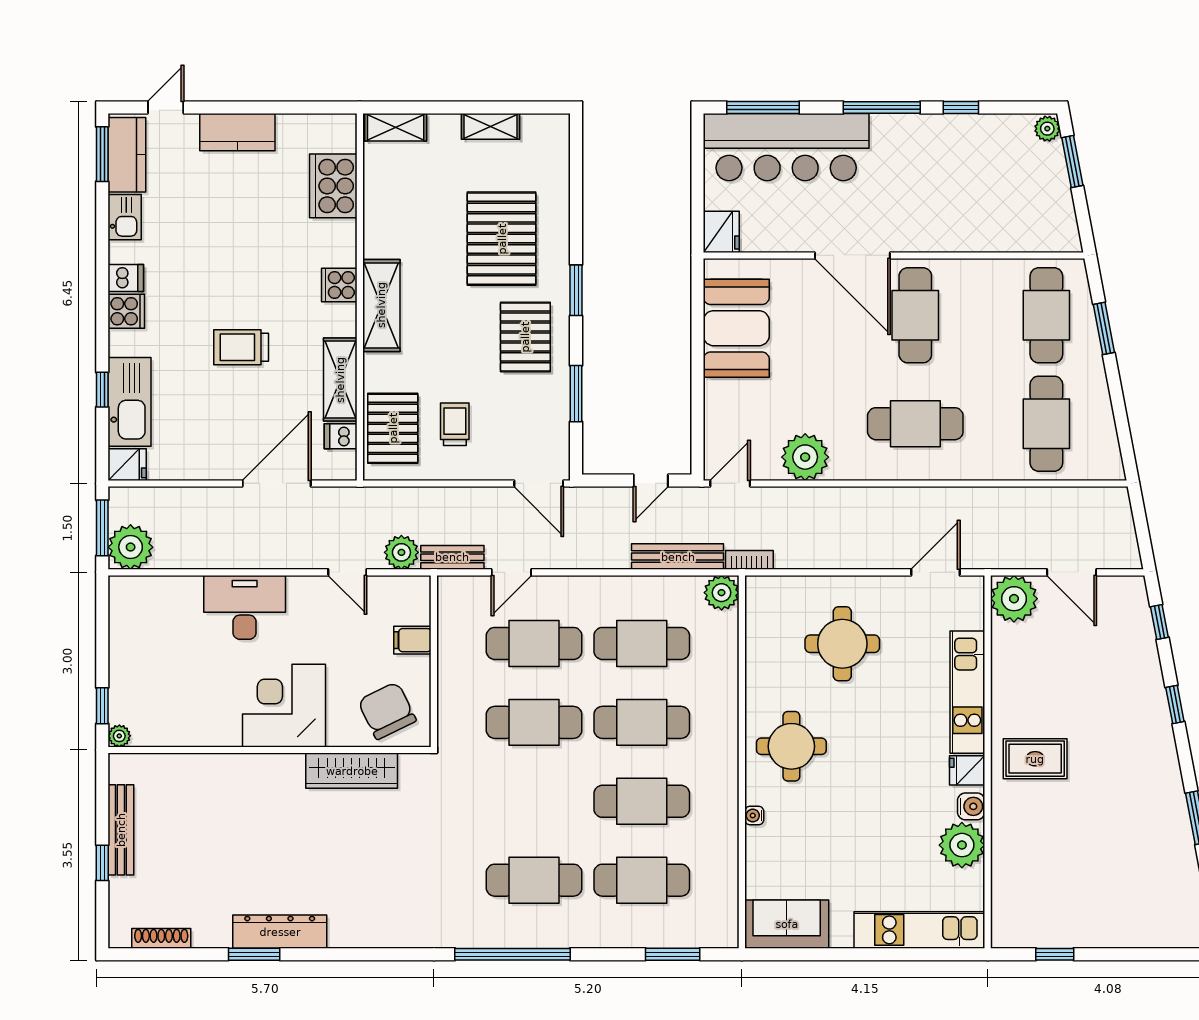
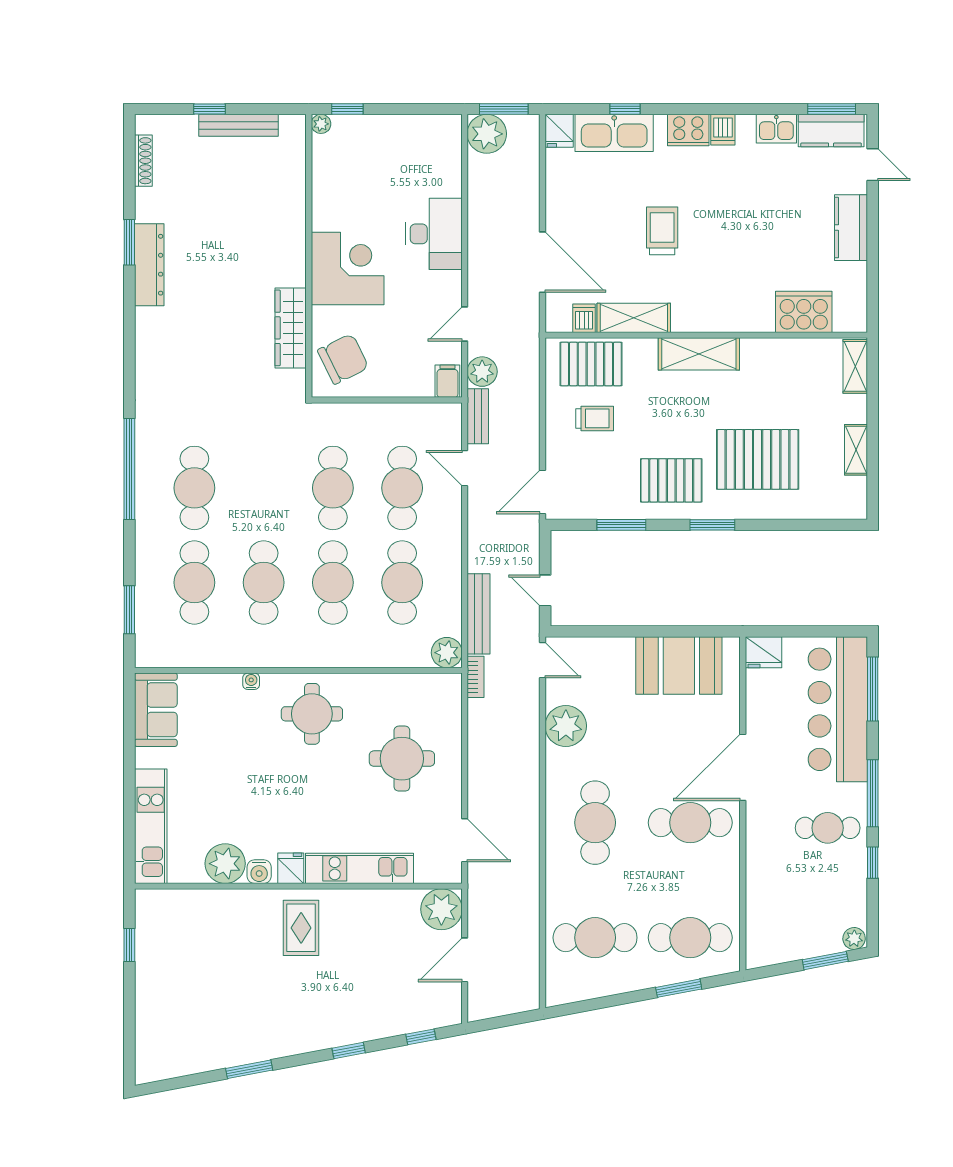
cafe table: (921, 159) -> (828, 828), added
cooker: (339, 285) -> (717, 317), removed
cooker: (126, 311) -> (688, 130), width x1.36
filing cabinet: (412, 640) -> (447, 381), moved

